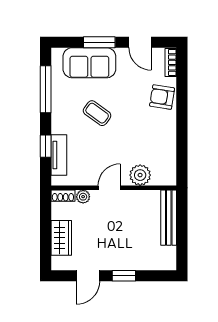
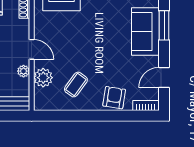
window: (99, 42) -> (164, 25), moved
coffee table: (97, 113) -> (76, 85), moved
plant: (83, 197) -> (24, 71), moved

